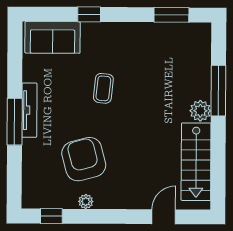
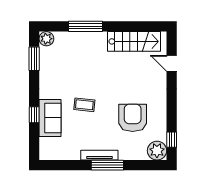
sofa: (53, 37) -> (50, 118), moved
plant: (200, 111) -> (46, 39), moved
armchair: (84, 159) -> (133, 118), turned 105
plant: (86, 201) -> (157, 151), moved, width x1.88, depth x1.88

